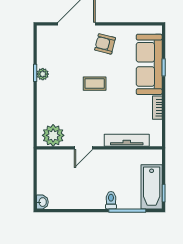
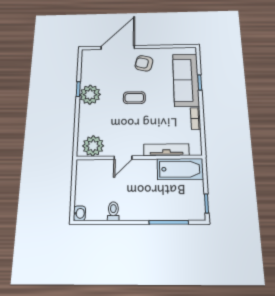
plant: (43, 74) -> (90, 95), width x1.88, depth x1.88
bathtub: (152, 187) -> (180, 169), moved, turned -90
toilet: (111, 200) -> (113, 211), moved

